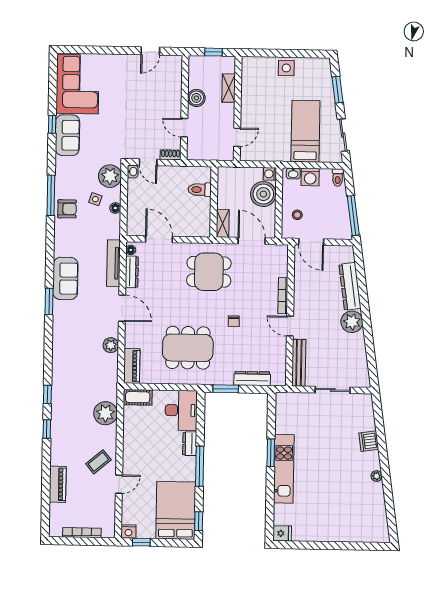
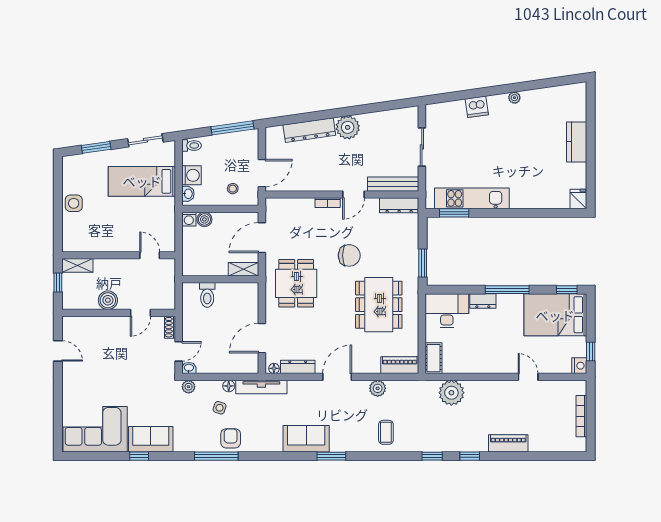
shelving: (229, 88) -> (77, 265), moved
plant: (110, 176) -> (189, 387), width x0.53, depth x0.53
boiler: (263, 194) -> (204, 219), width x0.54, depth x0.54
tv unit: (113, 263) -> (261, 387), moved
bookcase: (283, 296) -> (328, 203), width x0.64
chair: (234, 321) -> (349, 255), width x1.87, depth x1.87
dresser: (252, 378) -> (399, 205), moved, turned -90
window: (271, 453) -> (454, 213), moved
coffee table: (98, 462) -> (386, 432), moved, turned 40
kitchen unit: (284, 469) -> (472, 198), moved
piano: (58, 484) -> (508, 443), moved
kitchen counter: (335, 533) -> (577, 142), added

